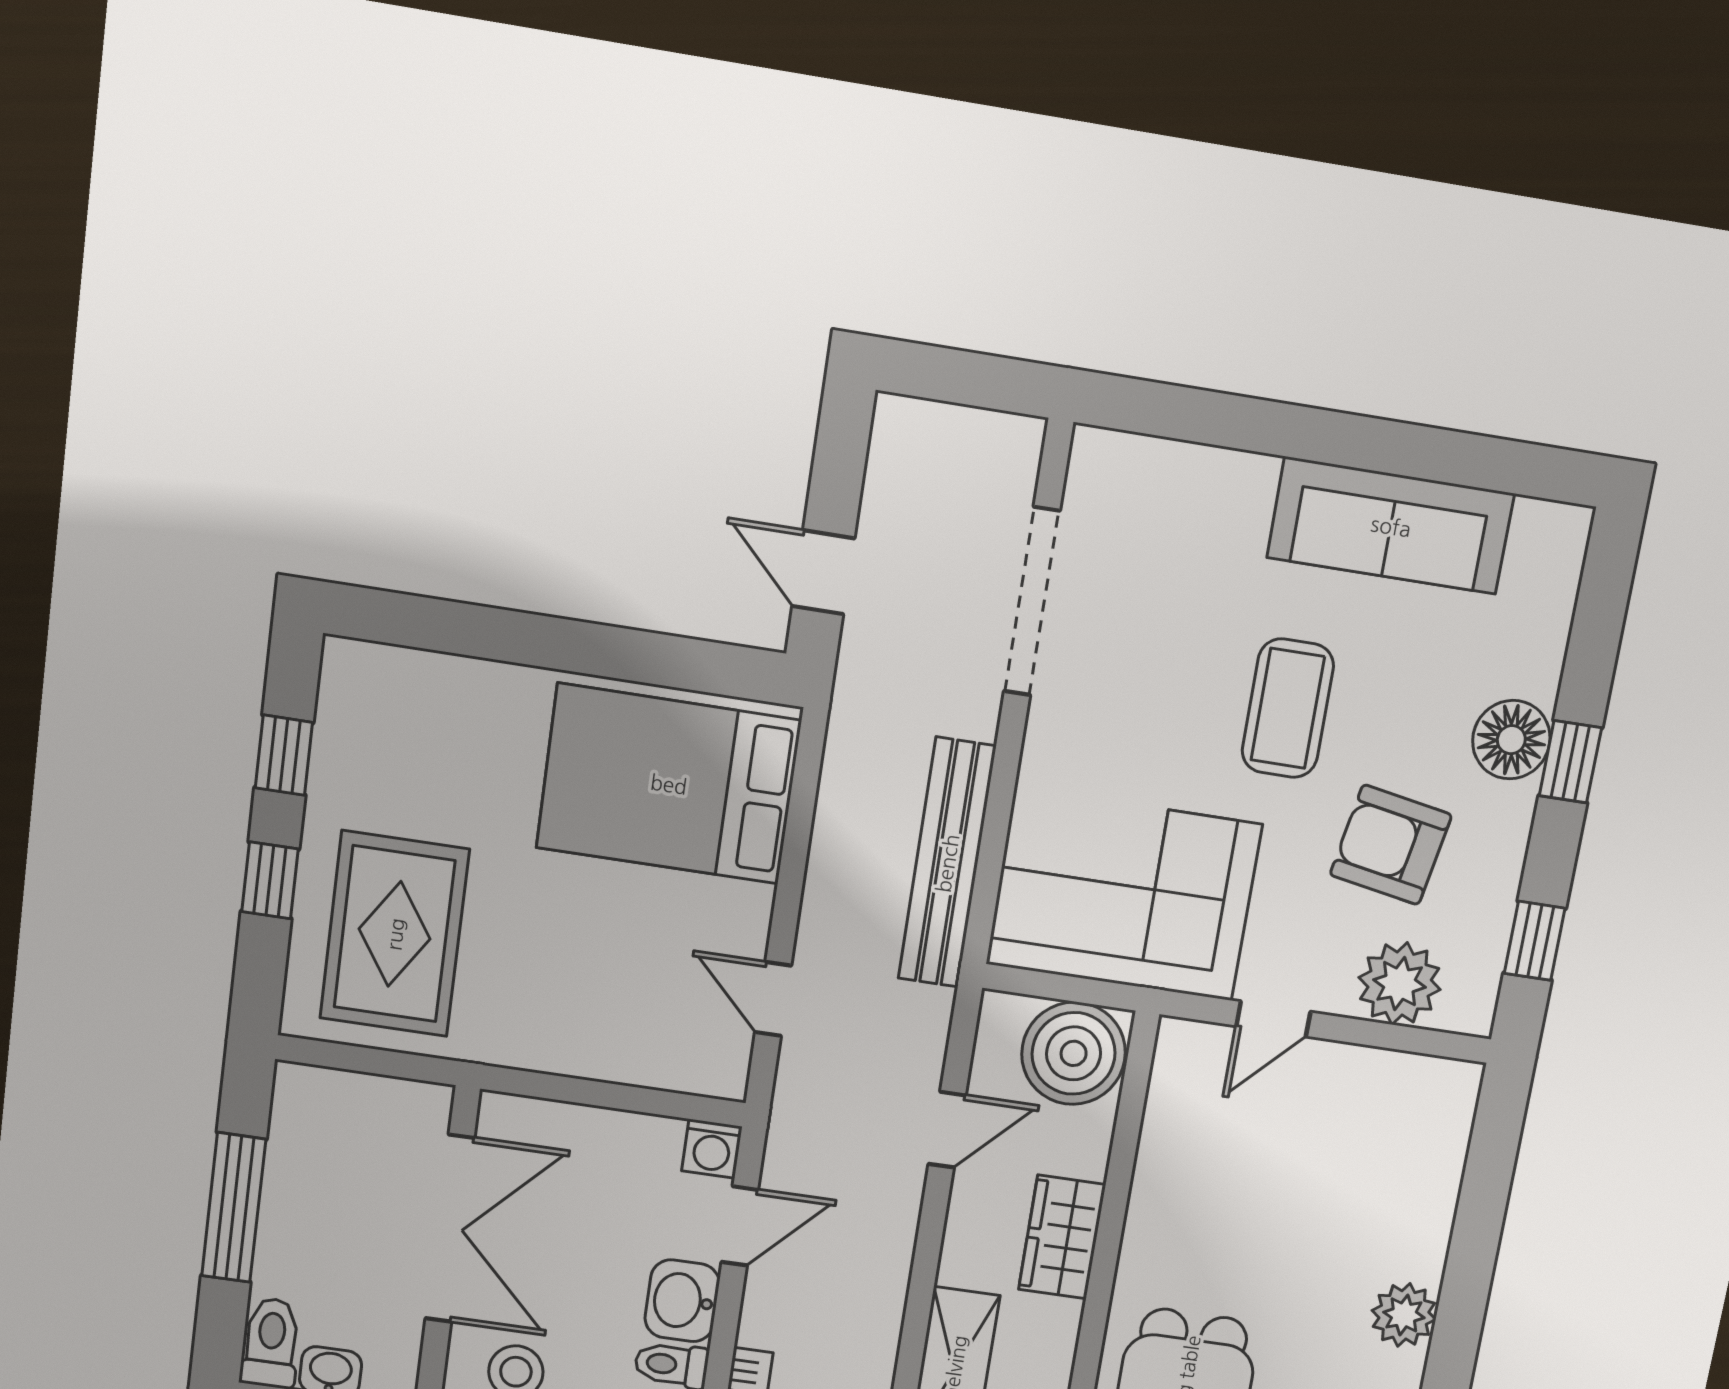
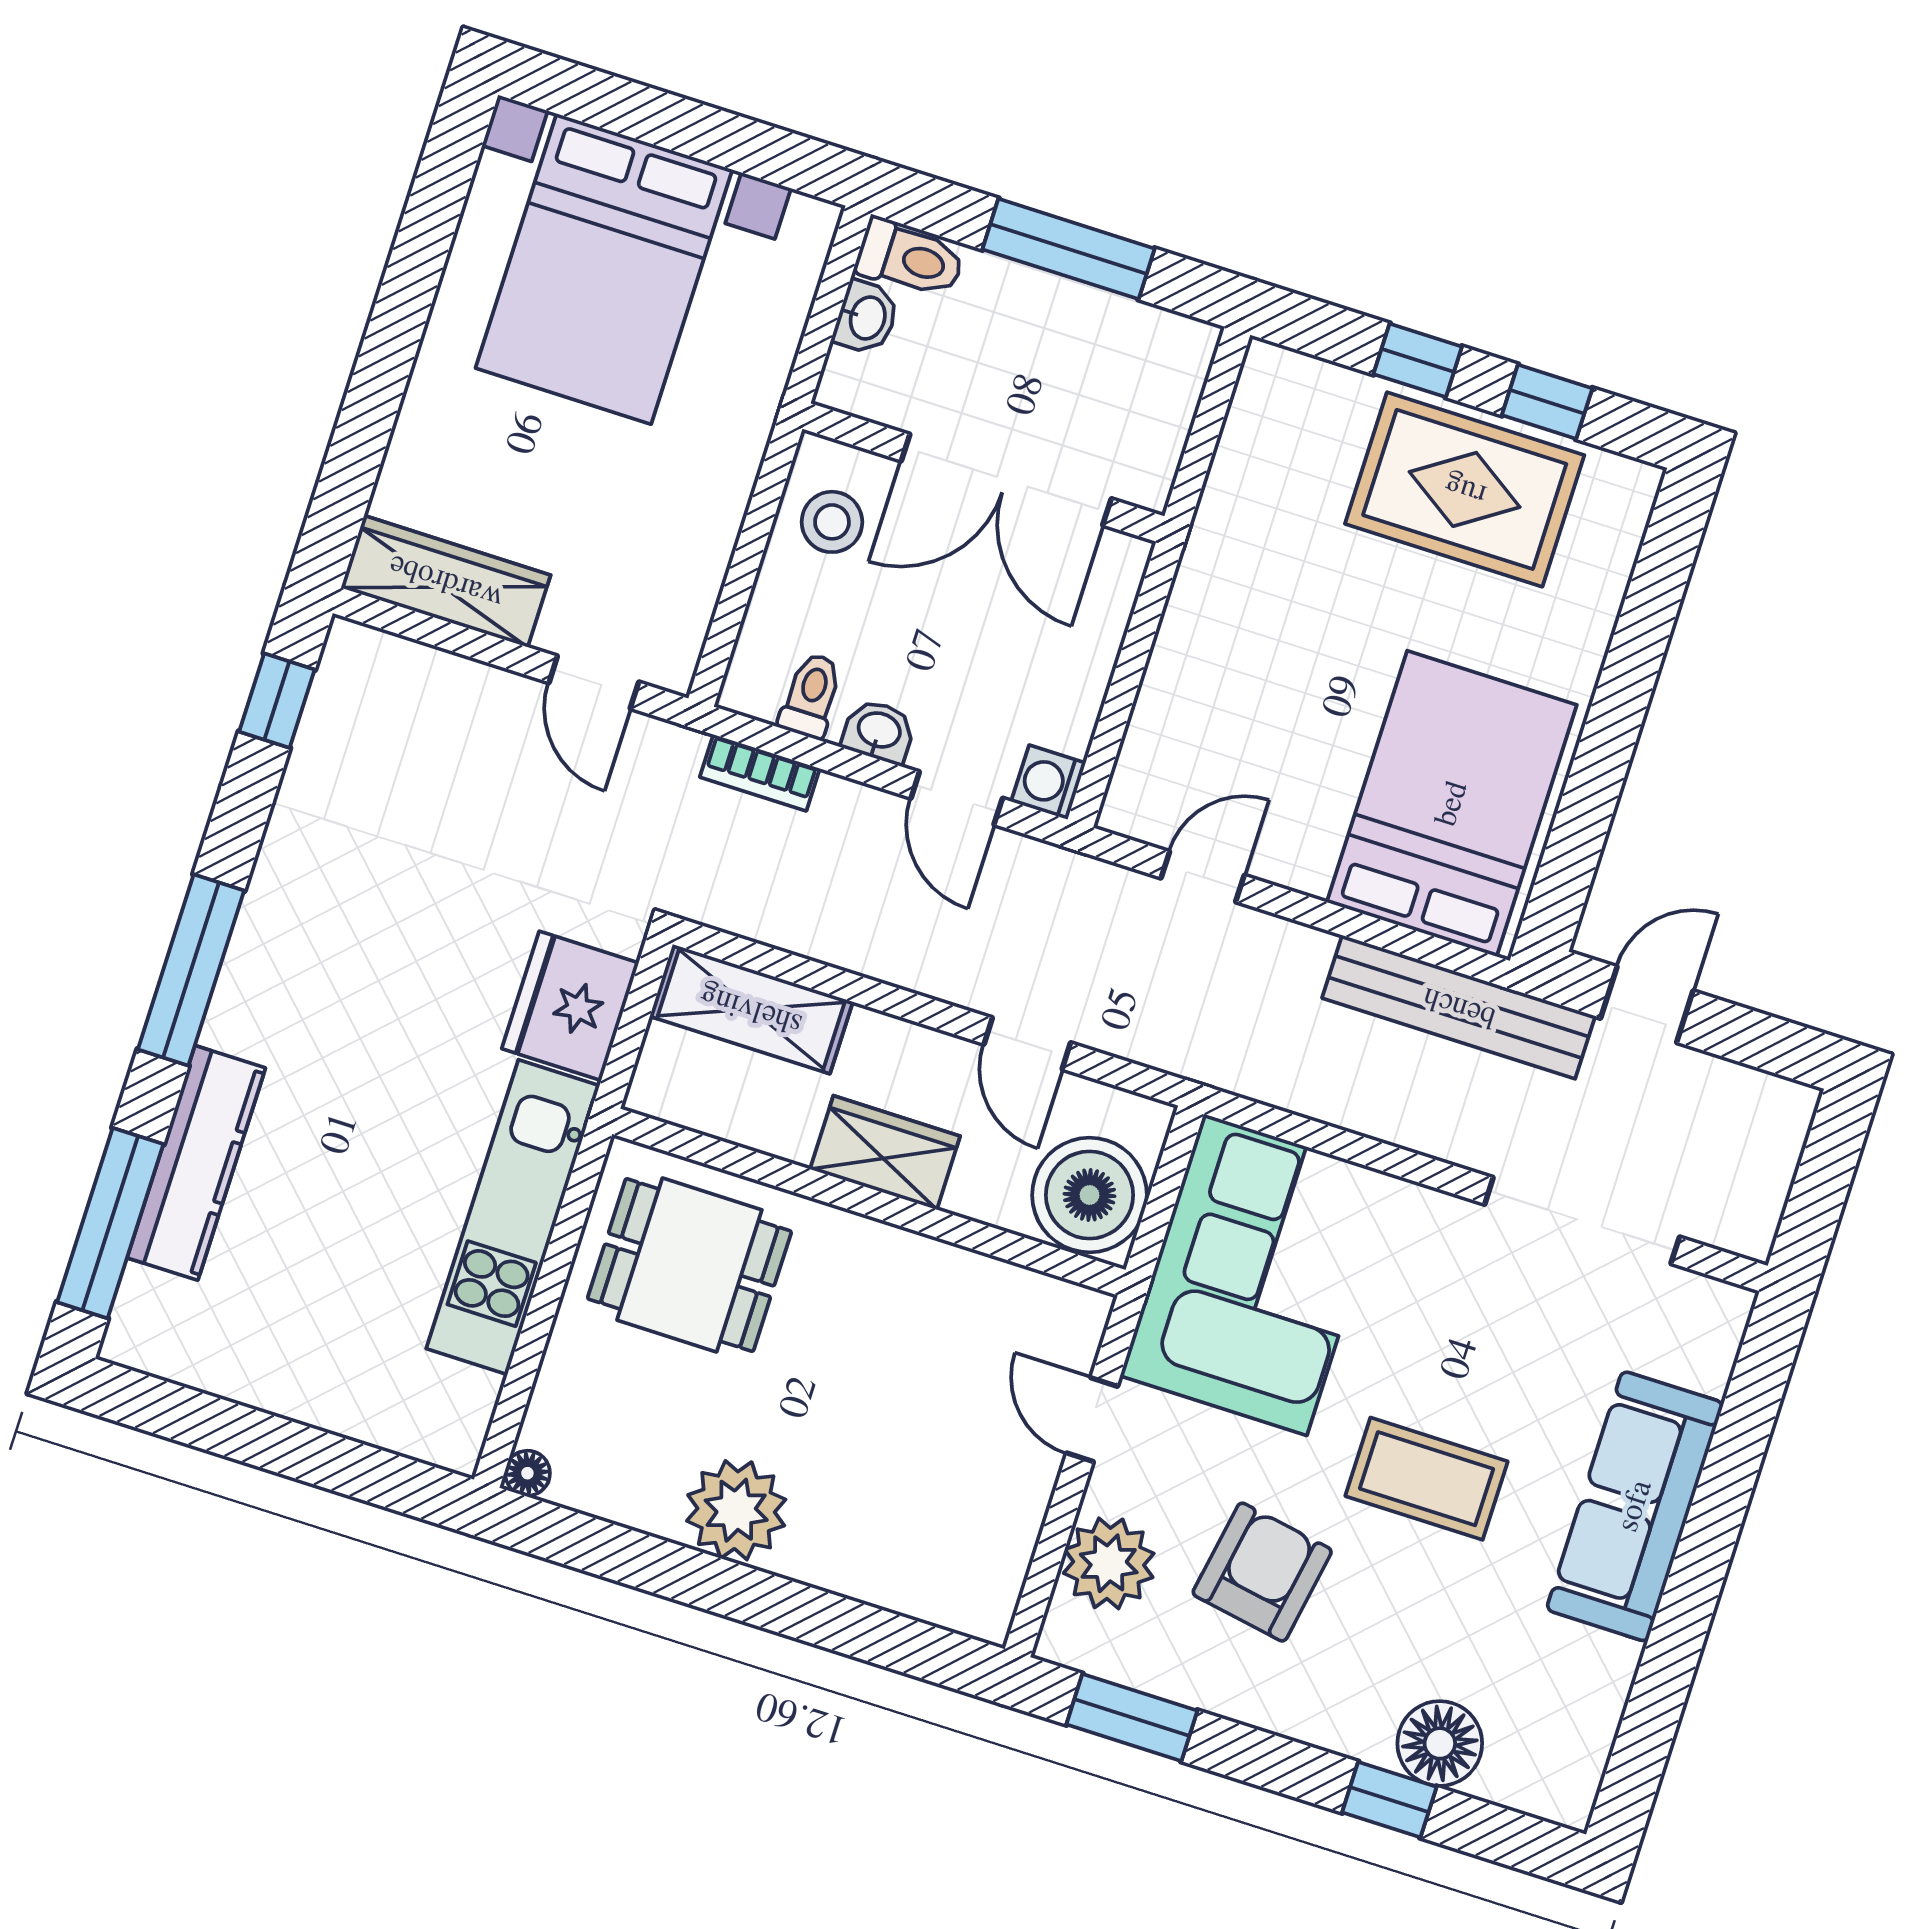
sofa: (1391, 526) -> (1635, 1506), moved
floor lamp: (1511, 740) -> (1440, 1743), moved
window: (1570, 762) -> (1389, 1800), moved
bench: (947, 863) -> (1459, 1007), moved
rug: (395, 934) -> (1465, 489), moved
window: (1535, 941) -> (1132, 1718), width x1.50
washbasin: (682, 1301) -> (879, 731), width x0.72, depth x0.69
plant: (1404, 1315) -> (736, 1510), width x1.36, depth x1.36

